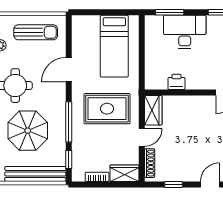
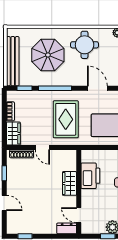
printer: (176, 82) -> (90, 176), width x1.87, depth x1.48
wardrobe: (153, 110) -> (69, 183), moved, turned 90

